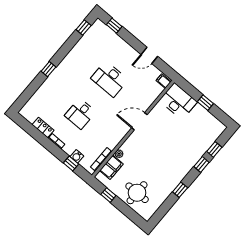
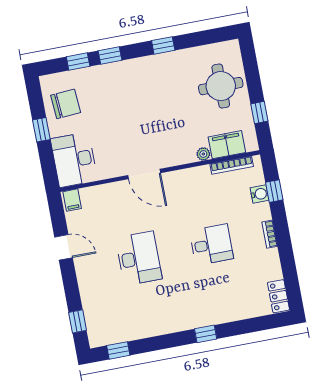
chair: (204, 124) -> (66, 104), added
locker: (43, 127) -> (278, 296), moved

